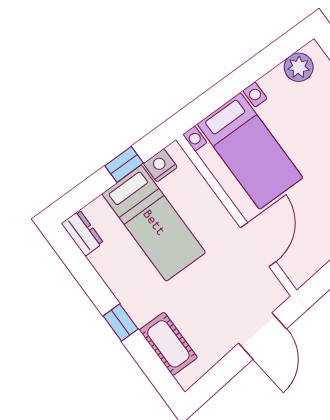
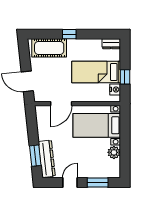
plant: (299, 67) -> (114, 152), moved
door: (258, 245) -> (61, 104), hinge flipped
cot: (168, 344) -> (49, 48), width x1.37, depth x1.34

